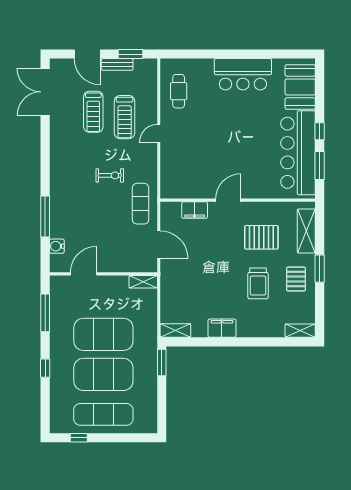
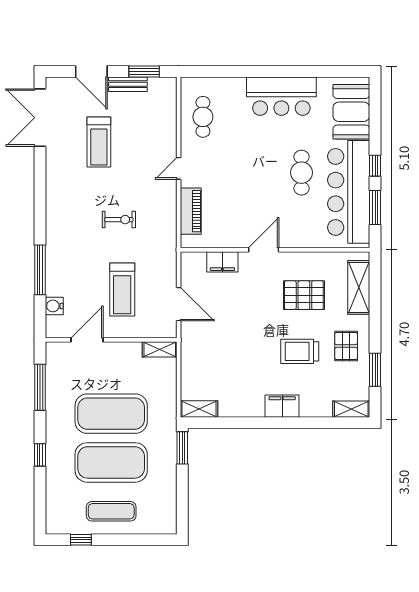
treadmill: (125, 117) -> (122, 289), moved
cafe table: (259, 137) -> (301, 173), added
piano: (169, 168) -> (191, 211), added
exercise mat: (141, 204) -> (156, 254), removed
window: (320, 269) -> (375, 370), moved
trolley: (258, 283) -> (300, 351), turned 90
filing cabinet: (222, 328) -> (282, 406), moved
exercise mat: (103, 414) -> (111, 511), width x0.73, depth x0.69

